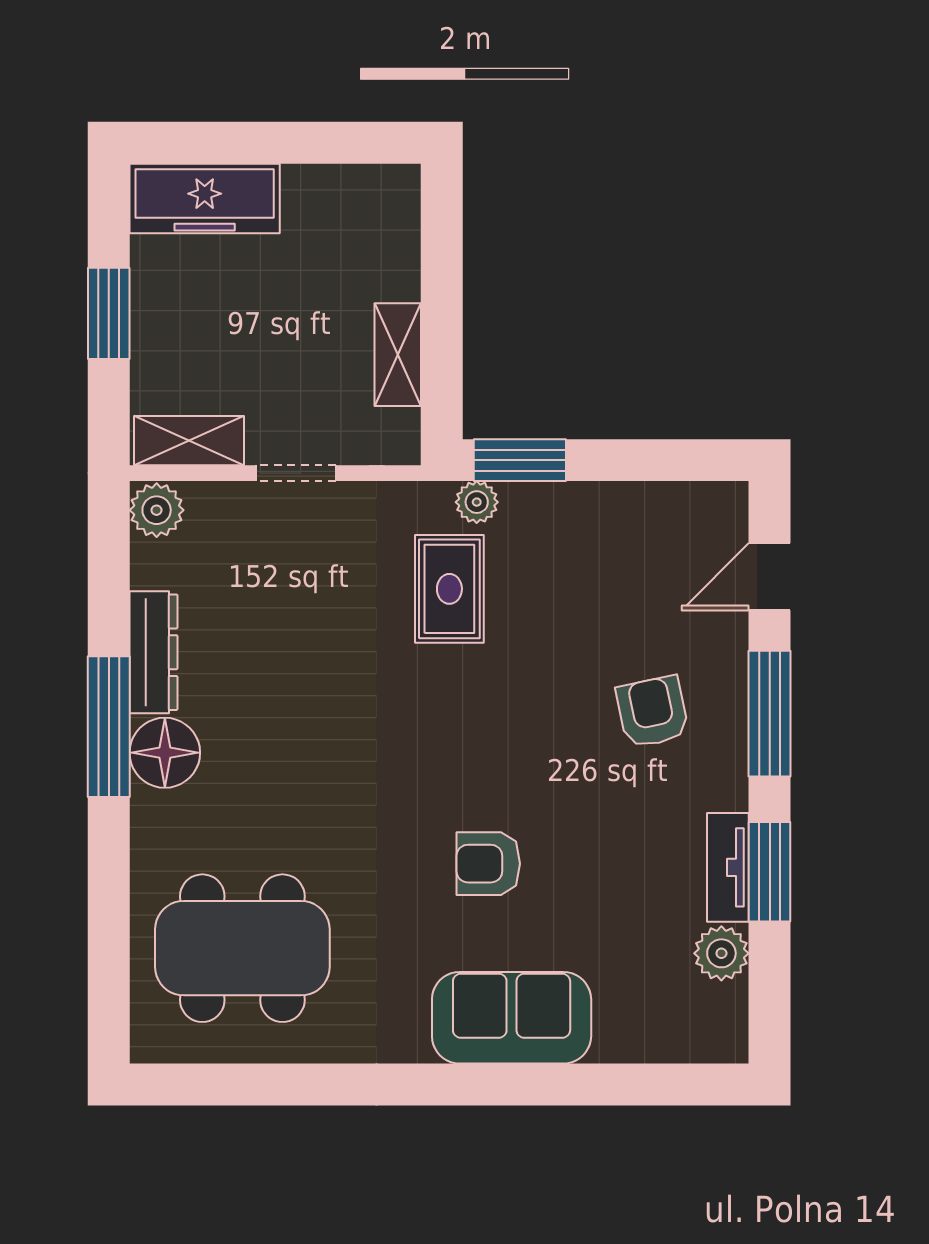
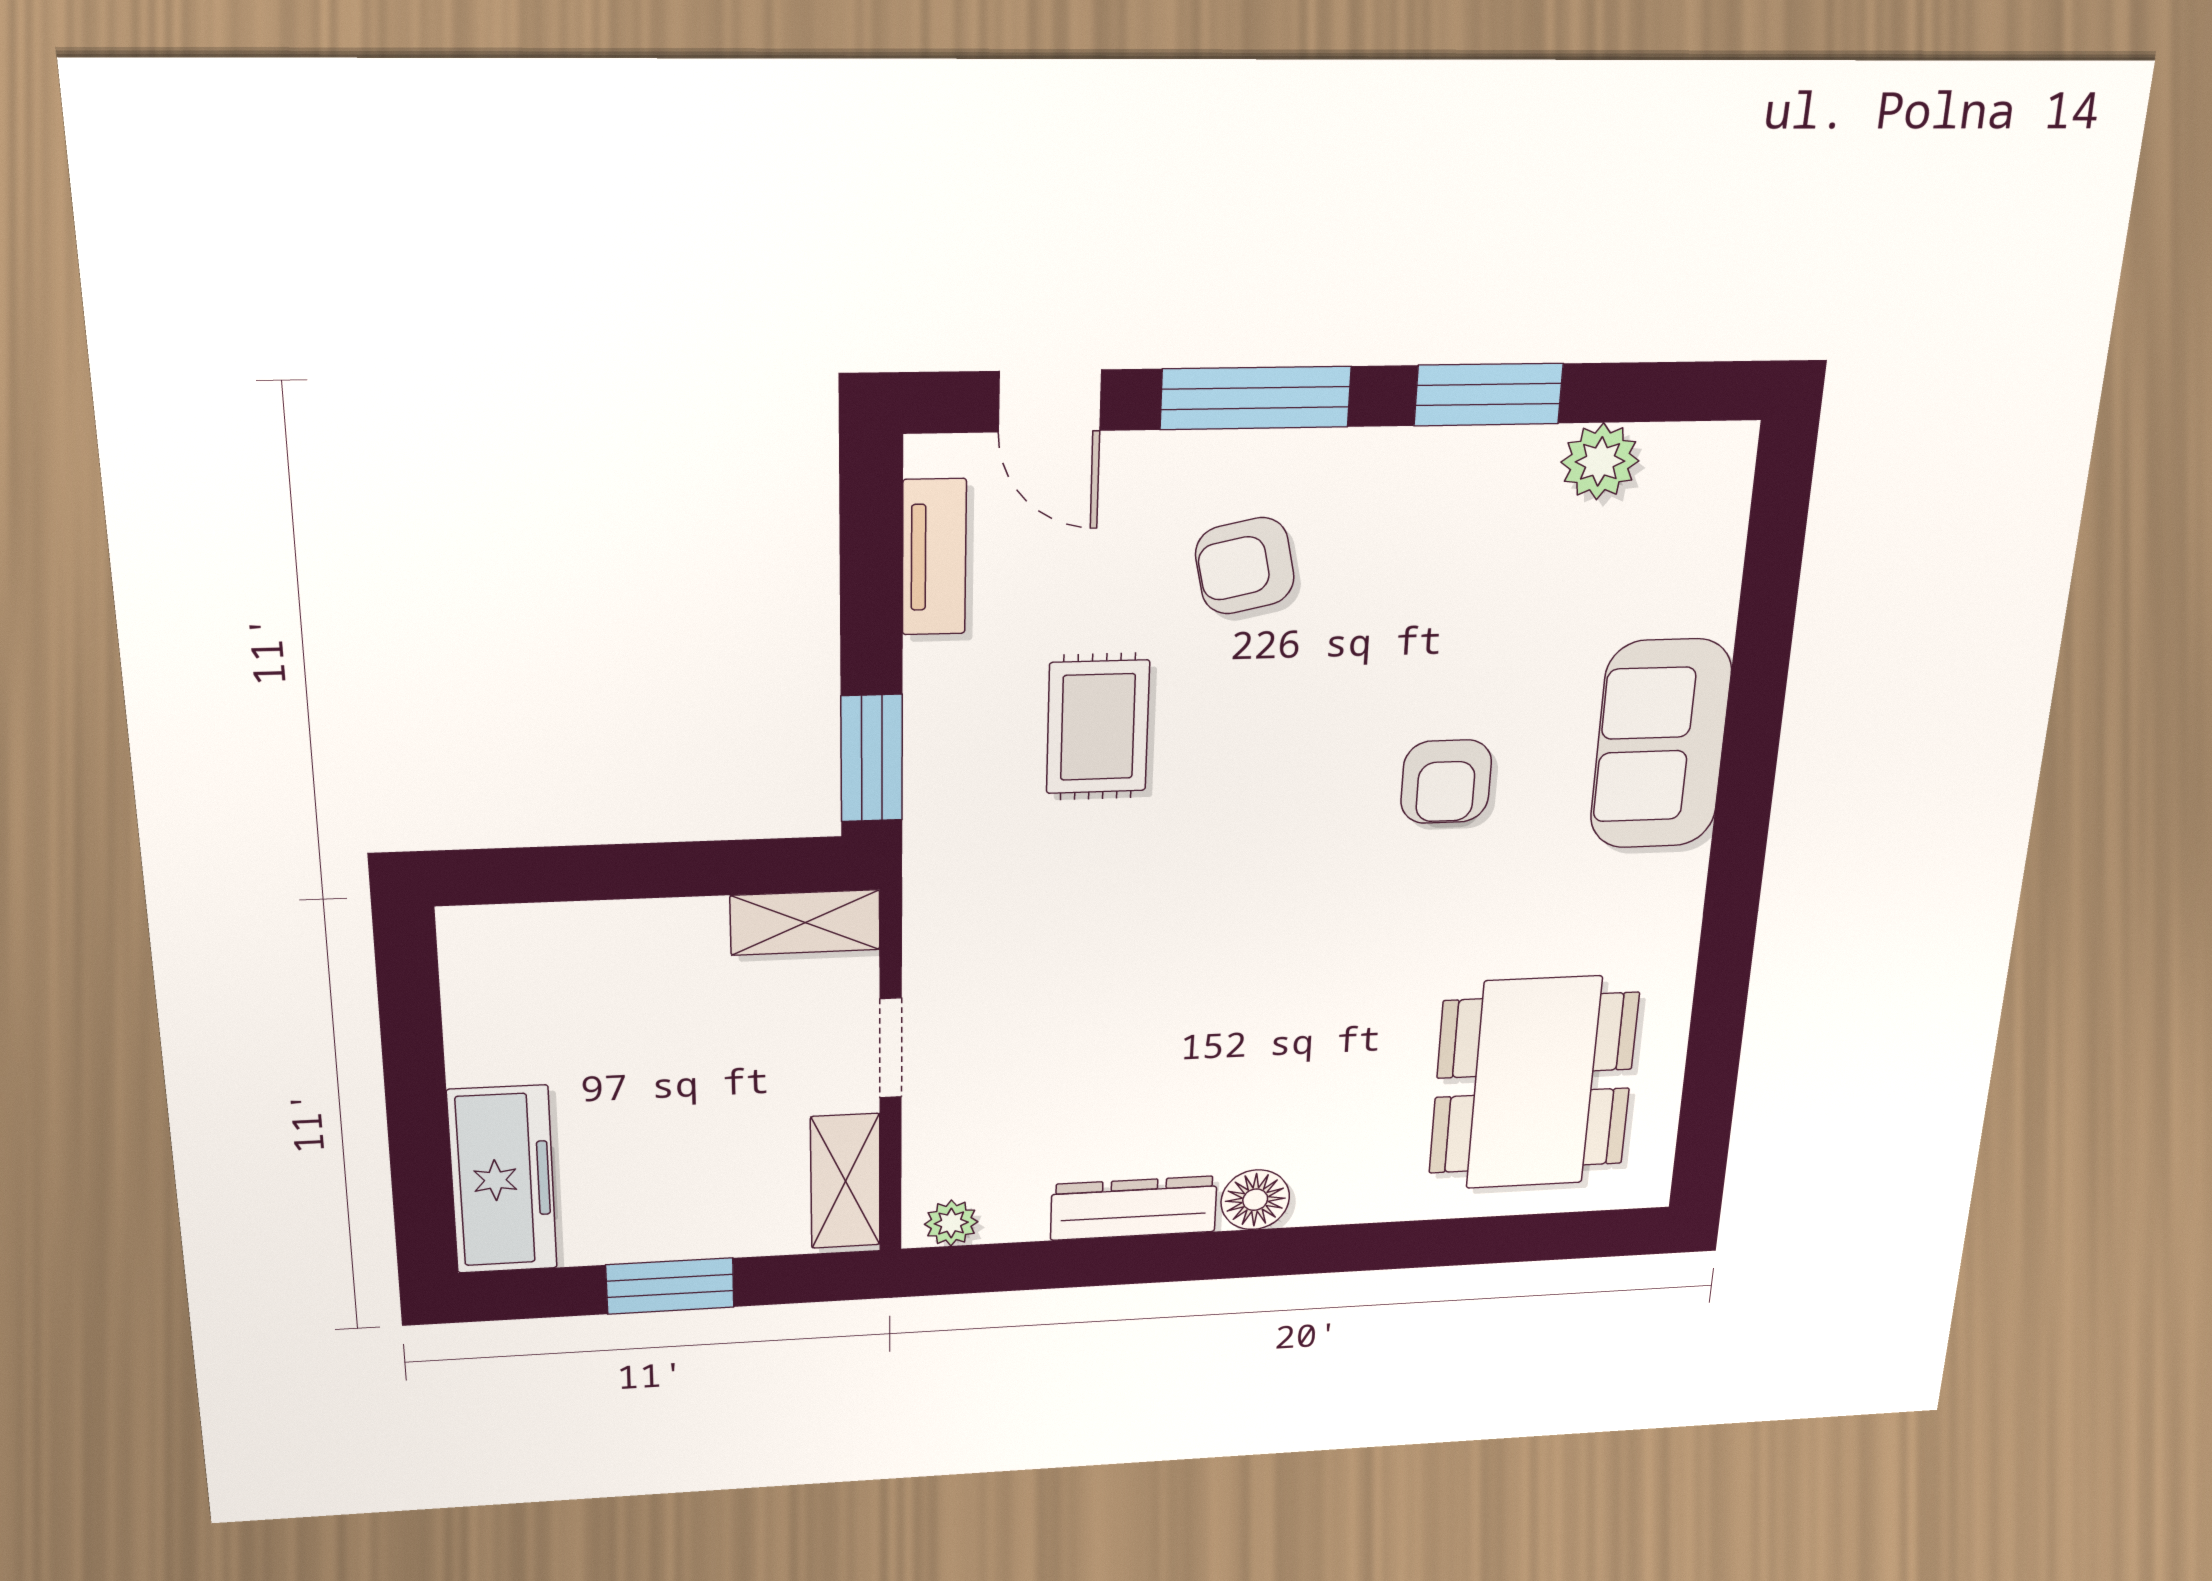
shelving: (398, 355) -> (805, 922), moved
plant: (477, 502) -> (933, 814), removed
plant: (157, 510) -> (951, 1223), width x0.73, depth x0.73
rug: (449, 589) -> (1098, 727), moved, turned 90
window: (109, 727) -> (1230, 1255), removed
floor lamp: (165, 753) -> (1255, 1200), width x0.73, depth x0.73
tv unit: (728, 867) -> (934, 557), moved, turned -90

